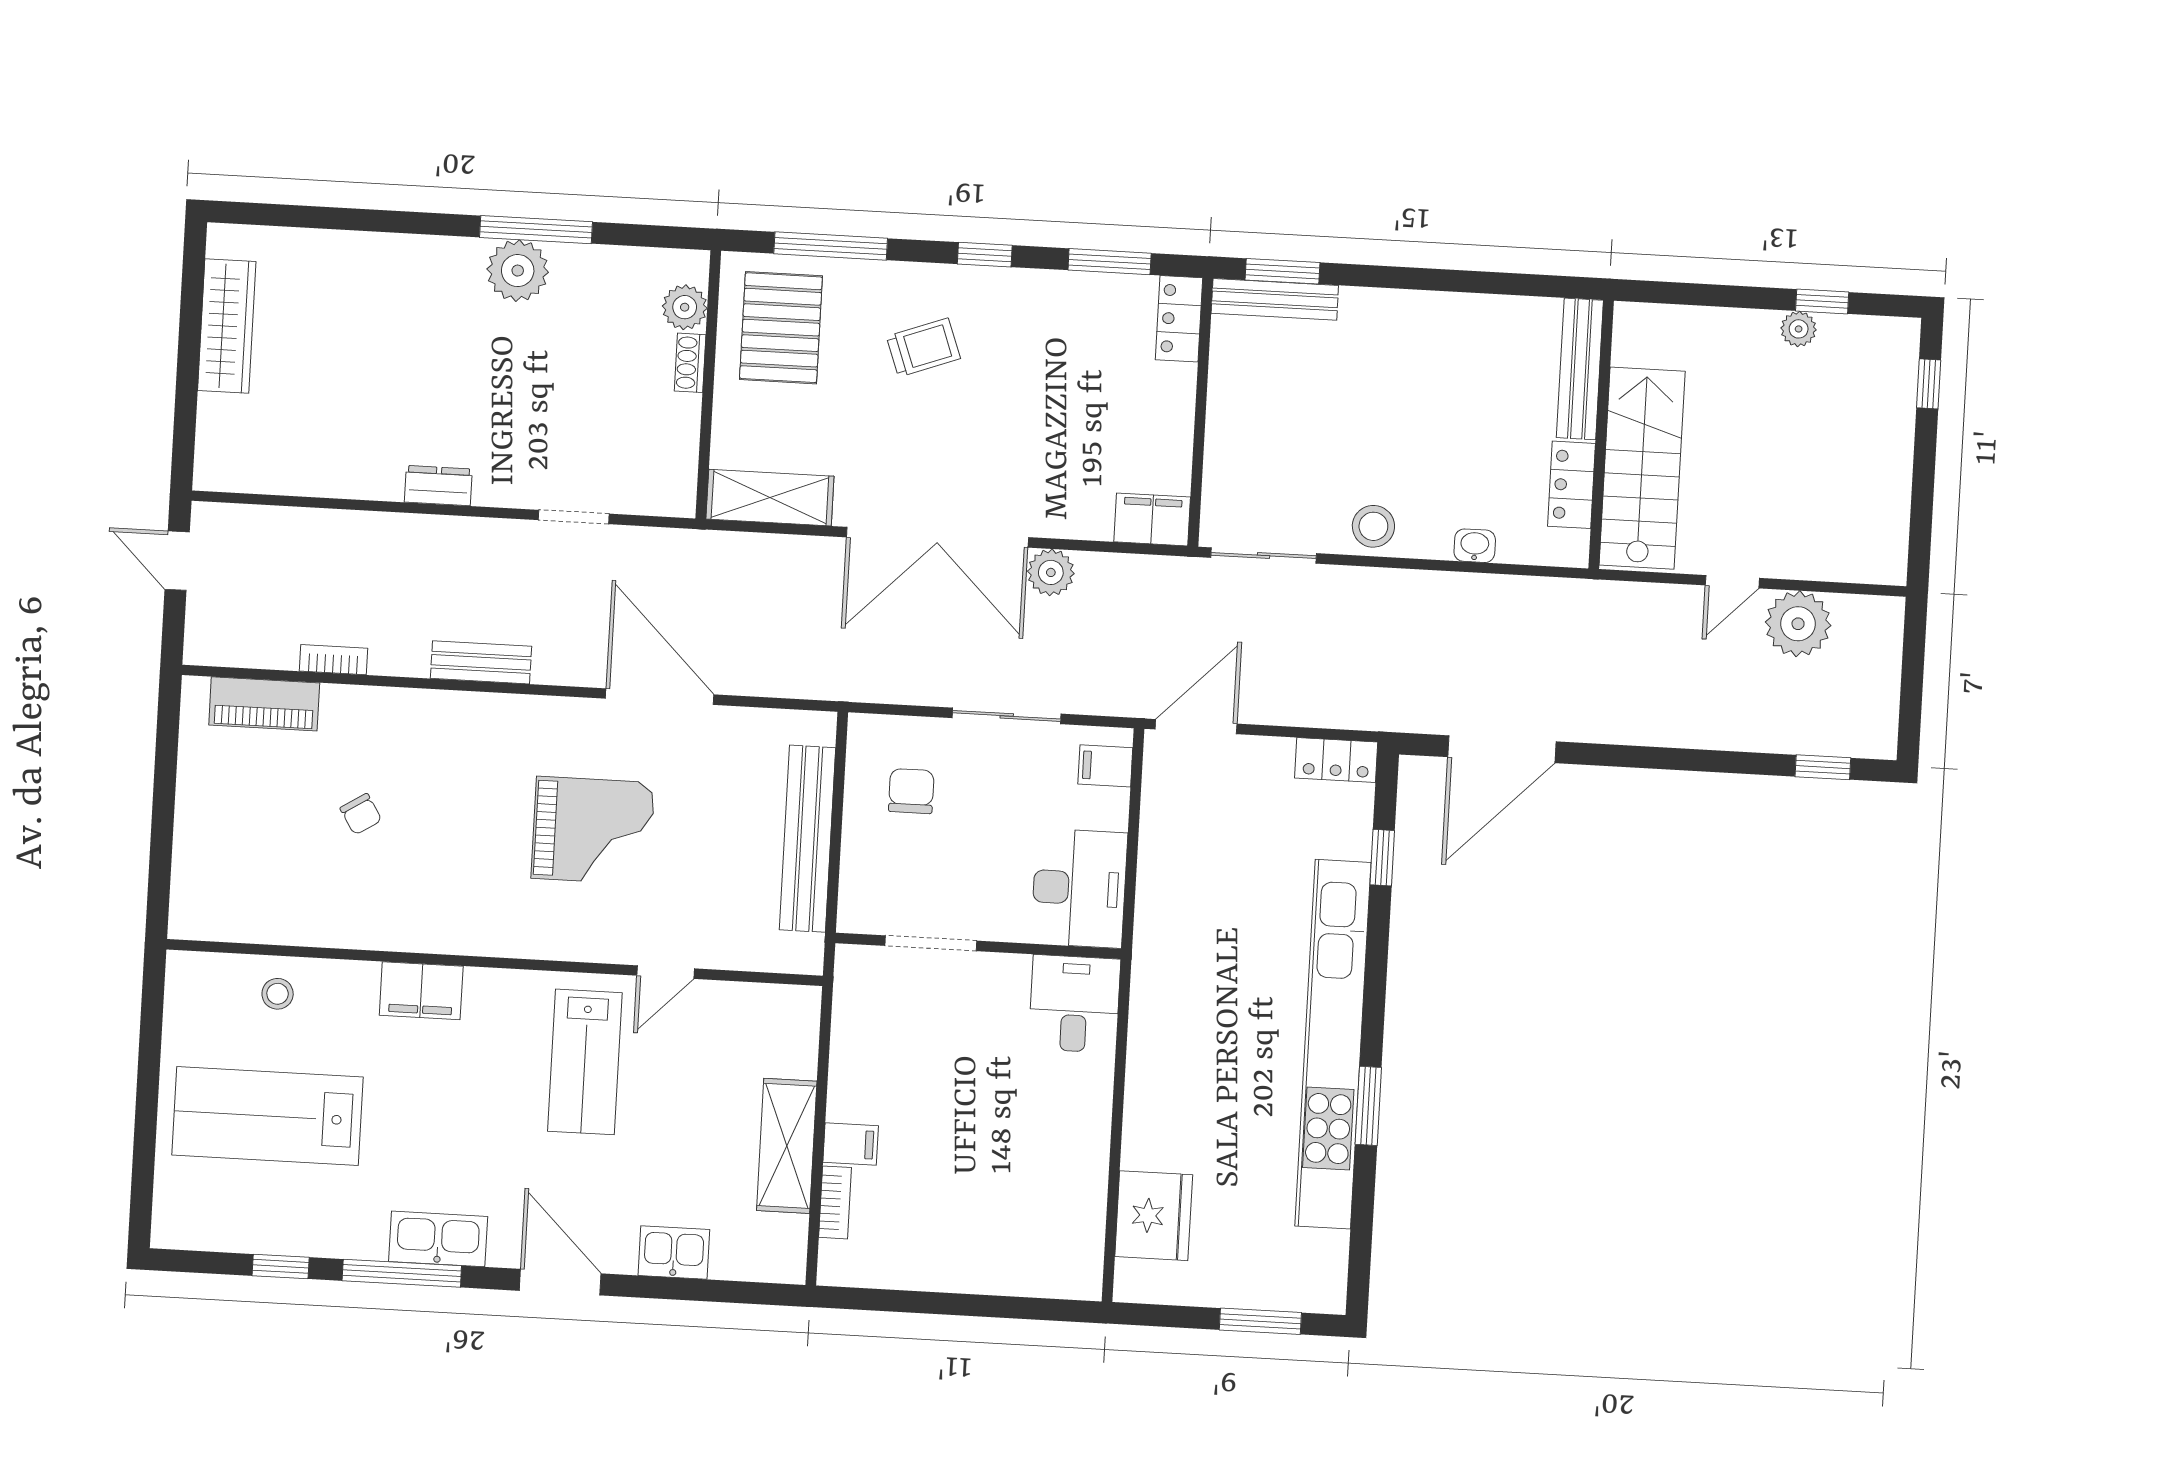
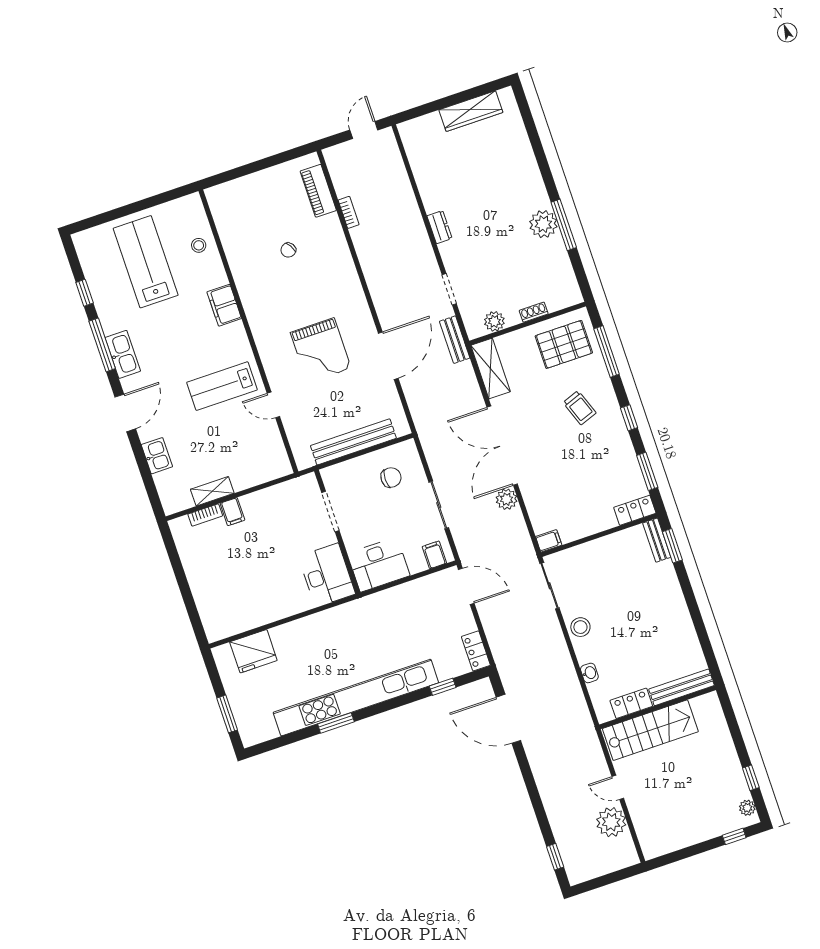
bench: (1275, 299) -> (657, 540), width x0.73
plant: (685, 307) -> (494, 321), moved
plant: (1799, 329) -> (747, 808), moved
filing cabinet: (1152, 519) -> (549, 541), width x0.50
bench: (481, 662) -> (455, 340), moved
desk: (1075, 1004) -> (327, 575), width x1.37
shelving: (787, 1146) -> (212, 491), width x0.67, depth x0.75

